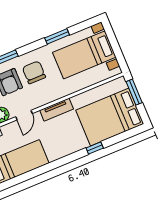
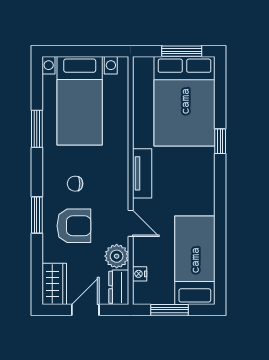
chair: (34, 72) -> (75, 184), width x0.54, depth x0.54
window: (134, 92) -> (182, 51), moved

